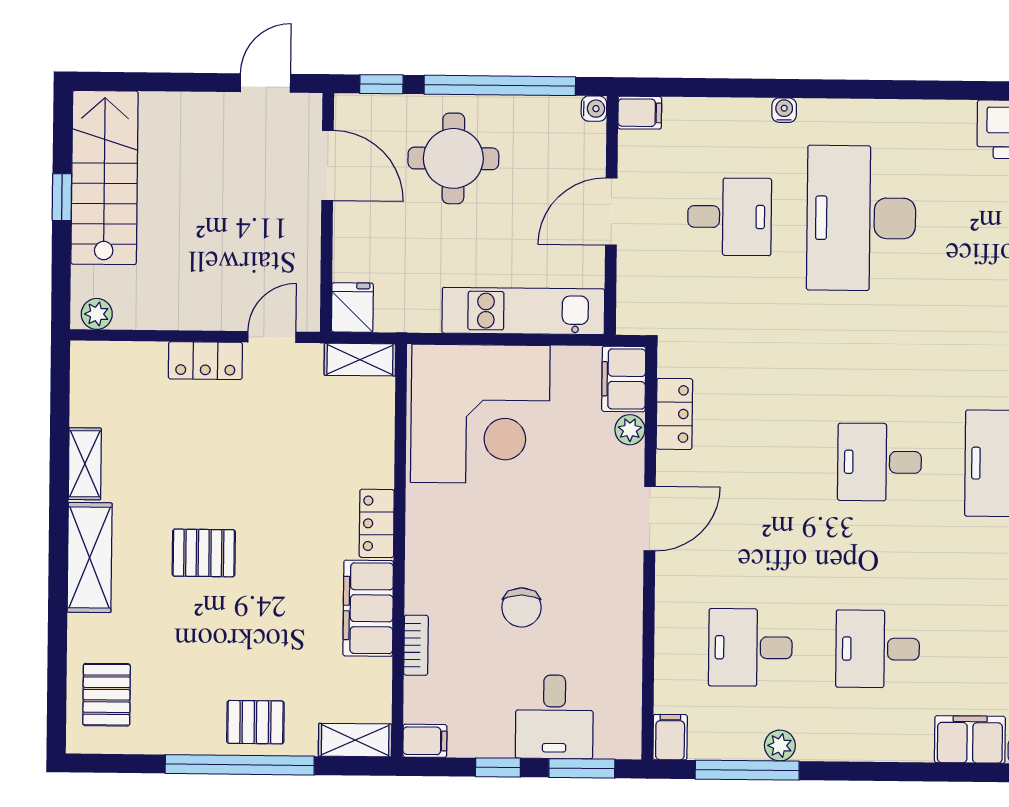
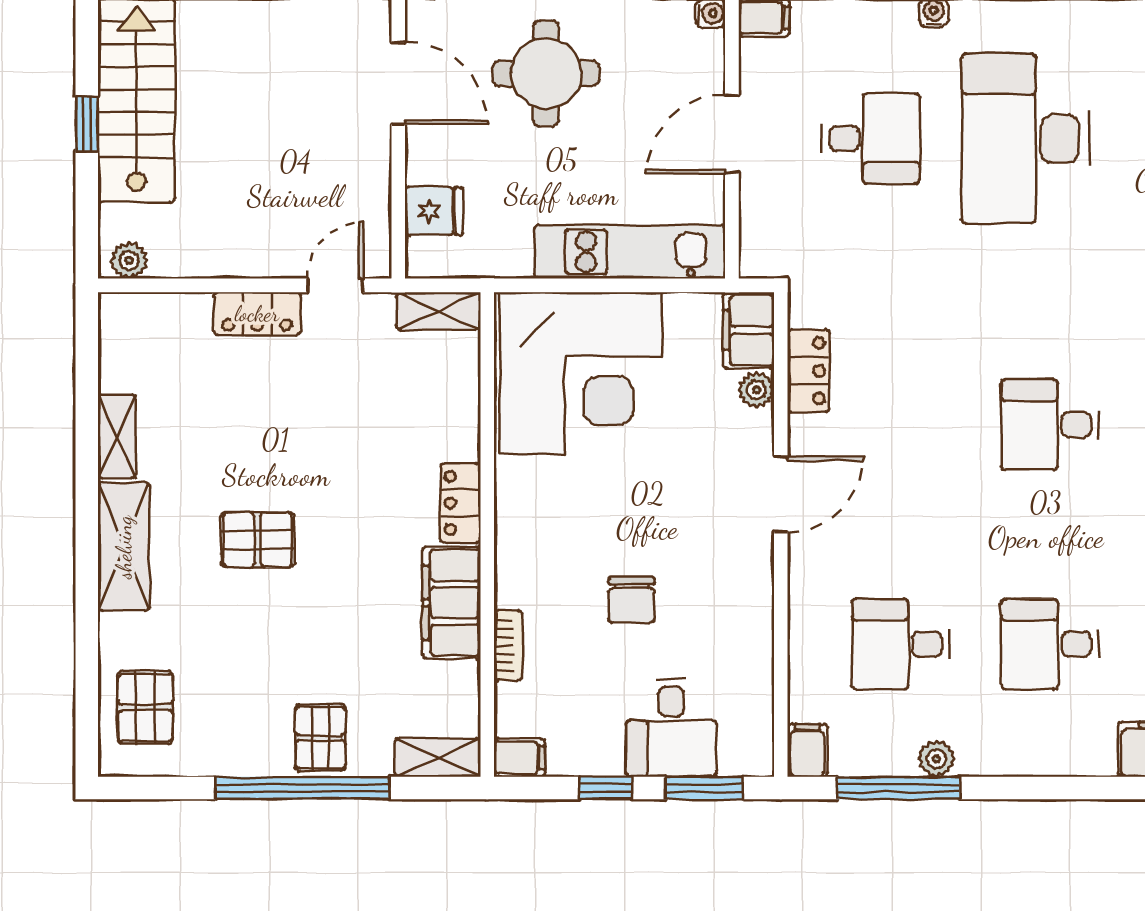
fridge: (352, 307) -> (434, 211), moved, turned 90
pallet: (255, 722) -> (320, 738), turned 90

